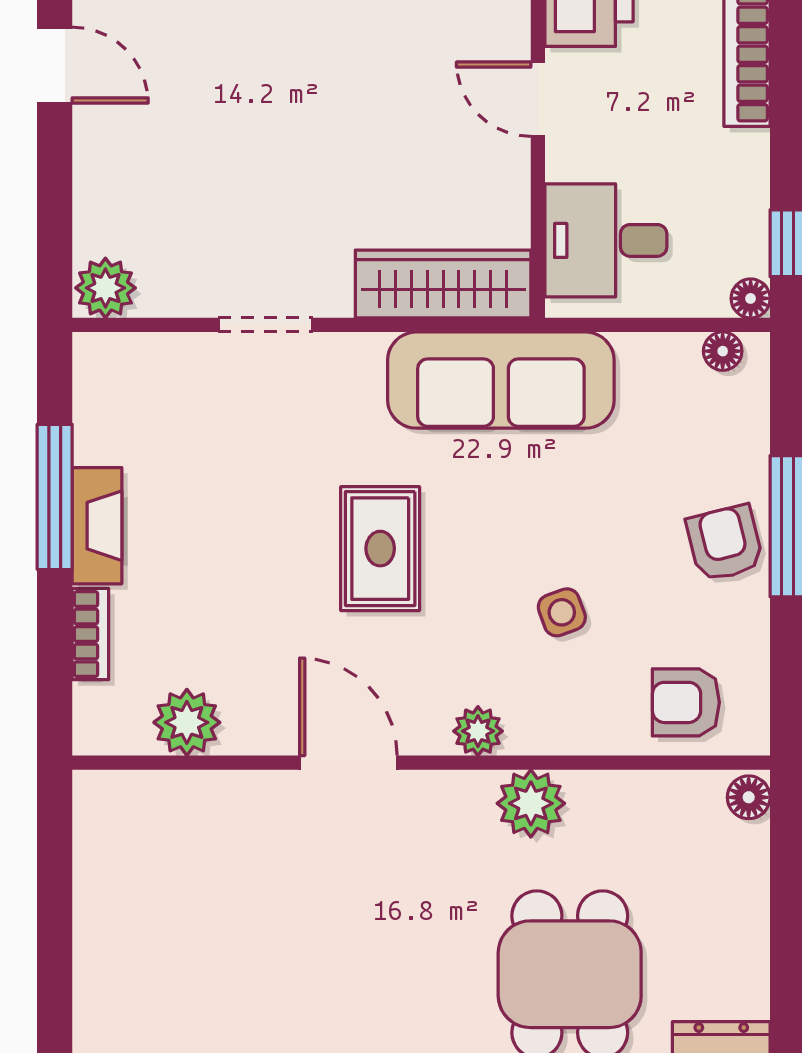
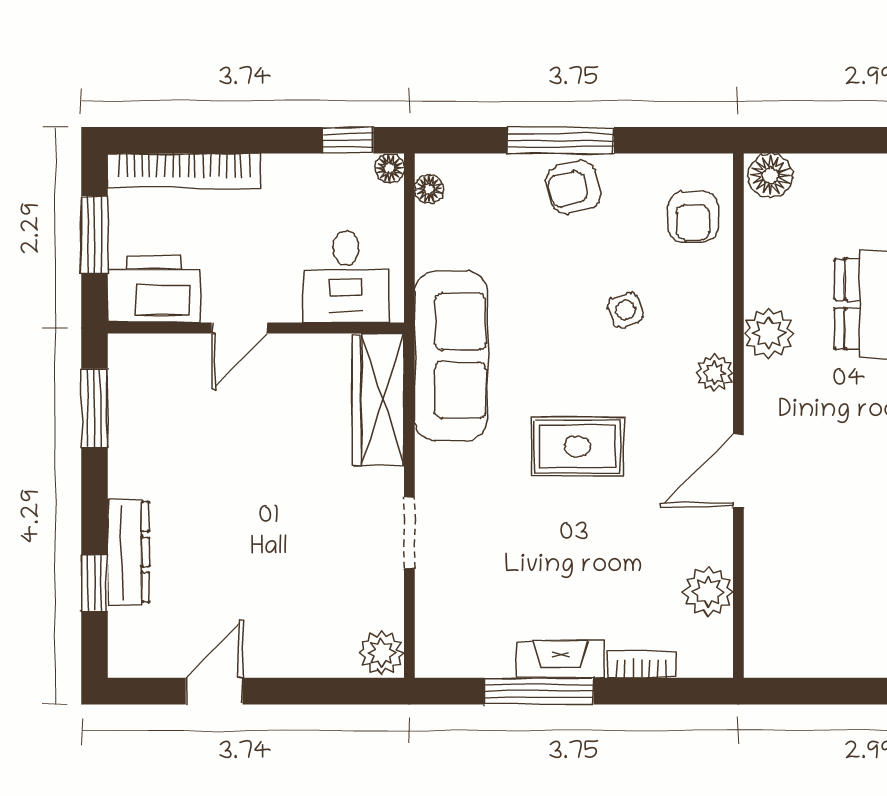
floor lamp: (749, 797) -> (770, 175), width x1.37, depth x1.37

